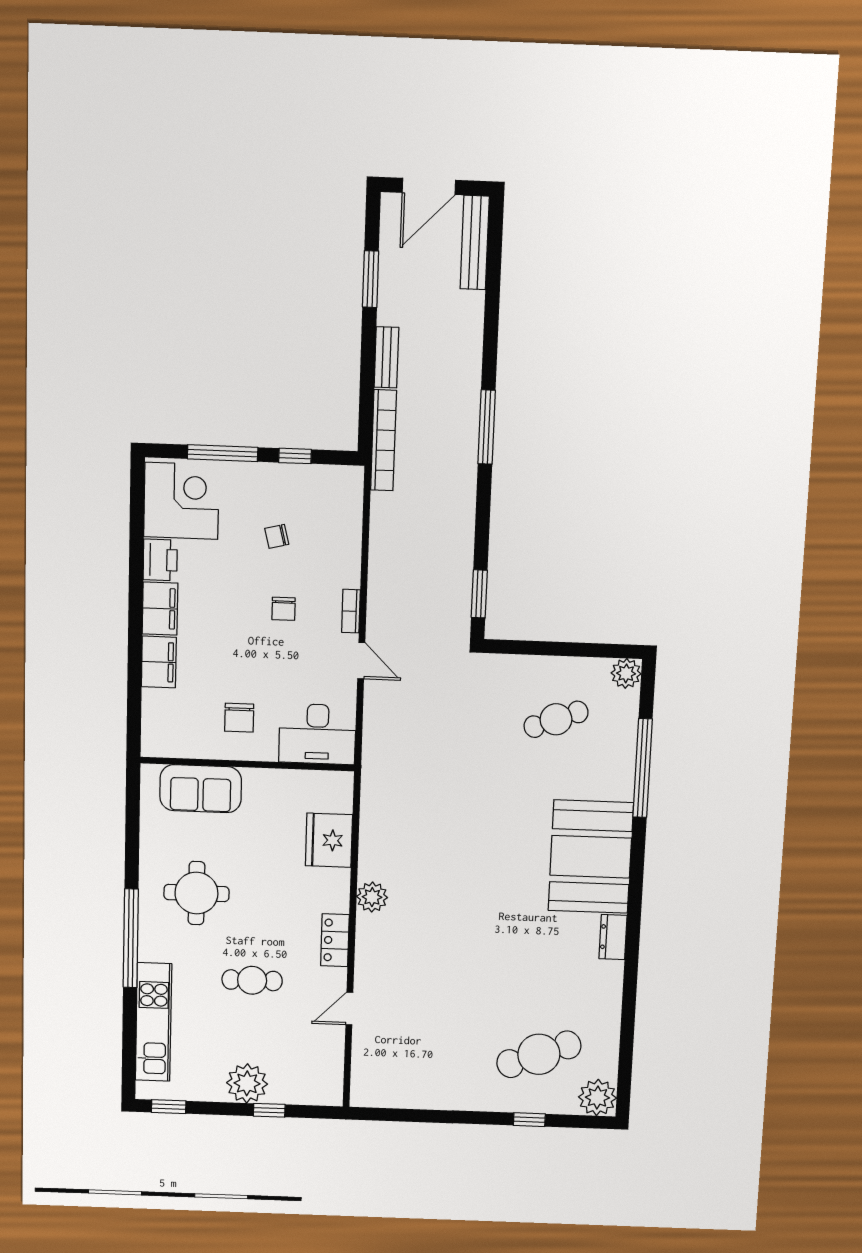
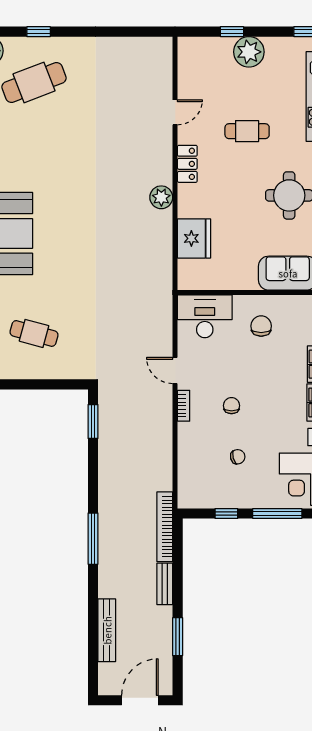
bench: (475, 243) -> (107, 630), moved
cafe table: (556, 719) -> (34, 333), turned 36

